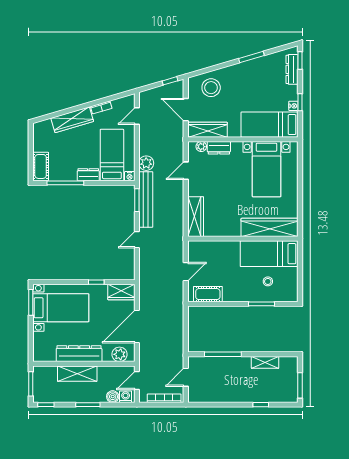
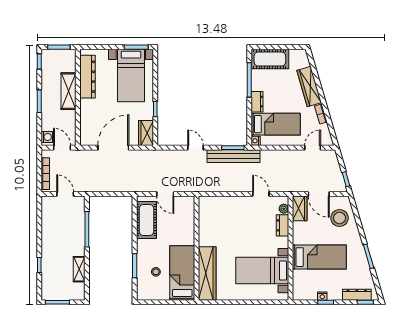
door: (186, 110) -> (319, 194), swing flipped
door: (137, 116) -> (313, 148), hinge flipped
bed: (270, 125) -> (319, 257), moved, turned 90
wardrobe: (208, 130) -> (300, 208), width x0.67
plant: (146, 163) -> (268, 157), removed
cot: (41, 166) -> (270, 59), width x1.37, depth x1.34
wardrobe: (196, 217) -> (217, 203), removed
cot: (208, 294) -> (146, 220), width x1.37, depth x1.34
door: (137, 326) -> (113, 148), hinge flipped
dresser: (79, 354) -> (88, 77), moved
plant: (120, 354) -> (87, 131), removed
boiler: (113, 397) -> (47, 125), removed

